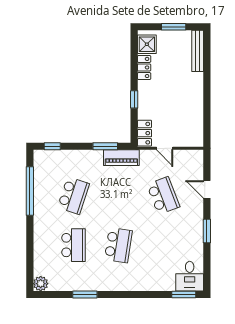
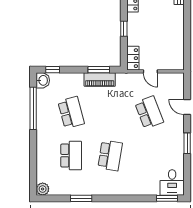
piano: (121, 158) -> (100, 79), moved
washbasin: (41, 159) -> (43, 80), added
school desk: (73, 196) -> (71, 112), turned -33

